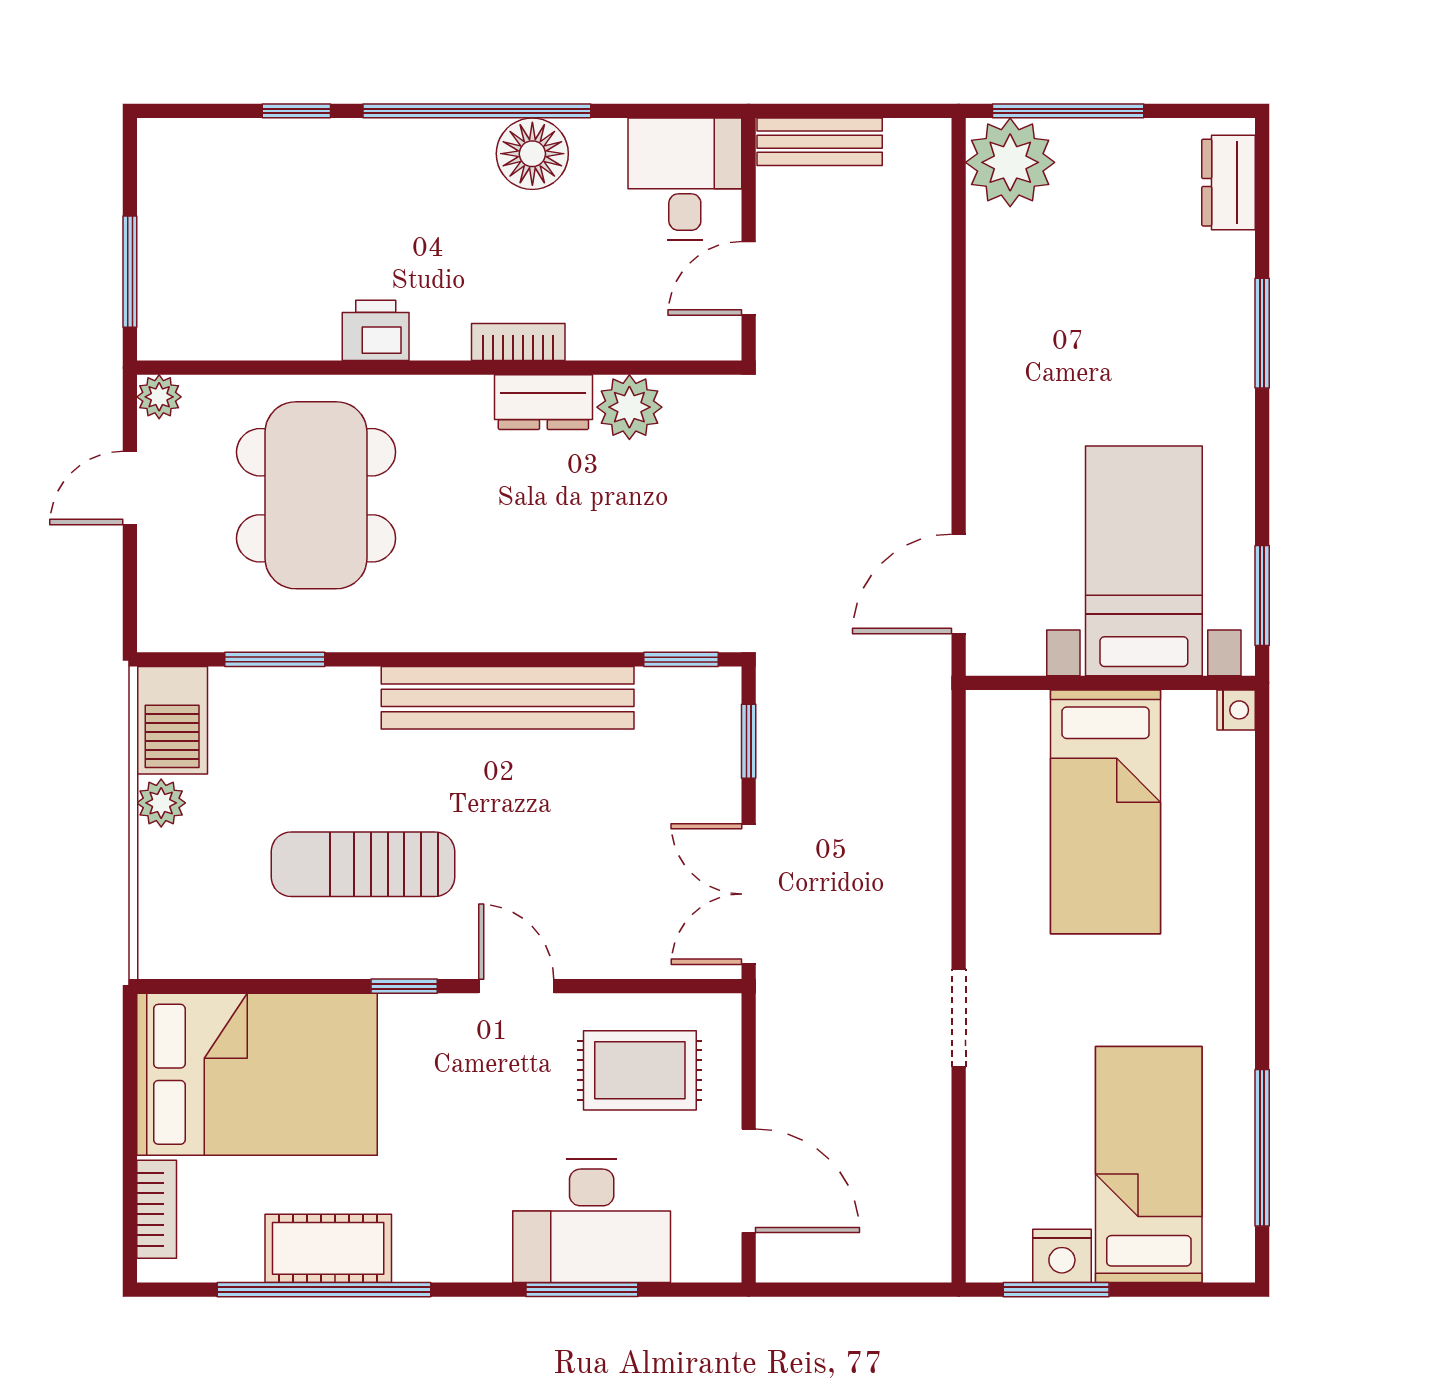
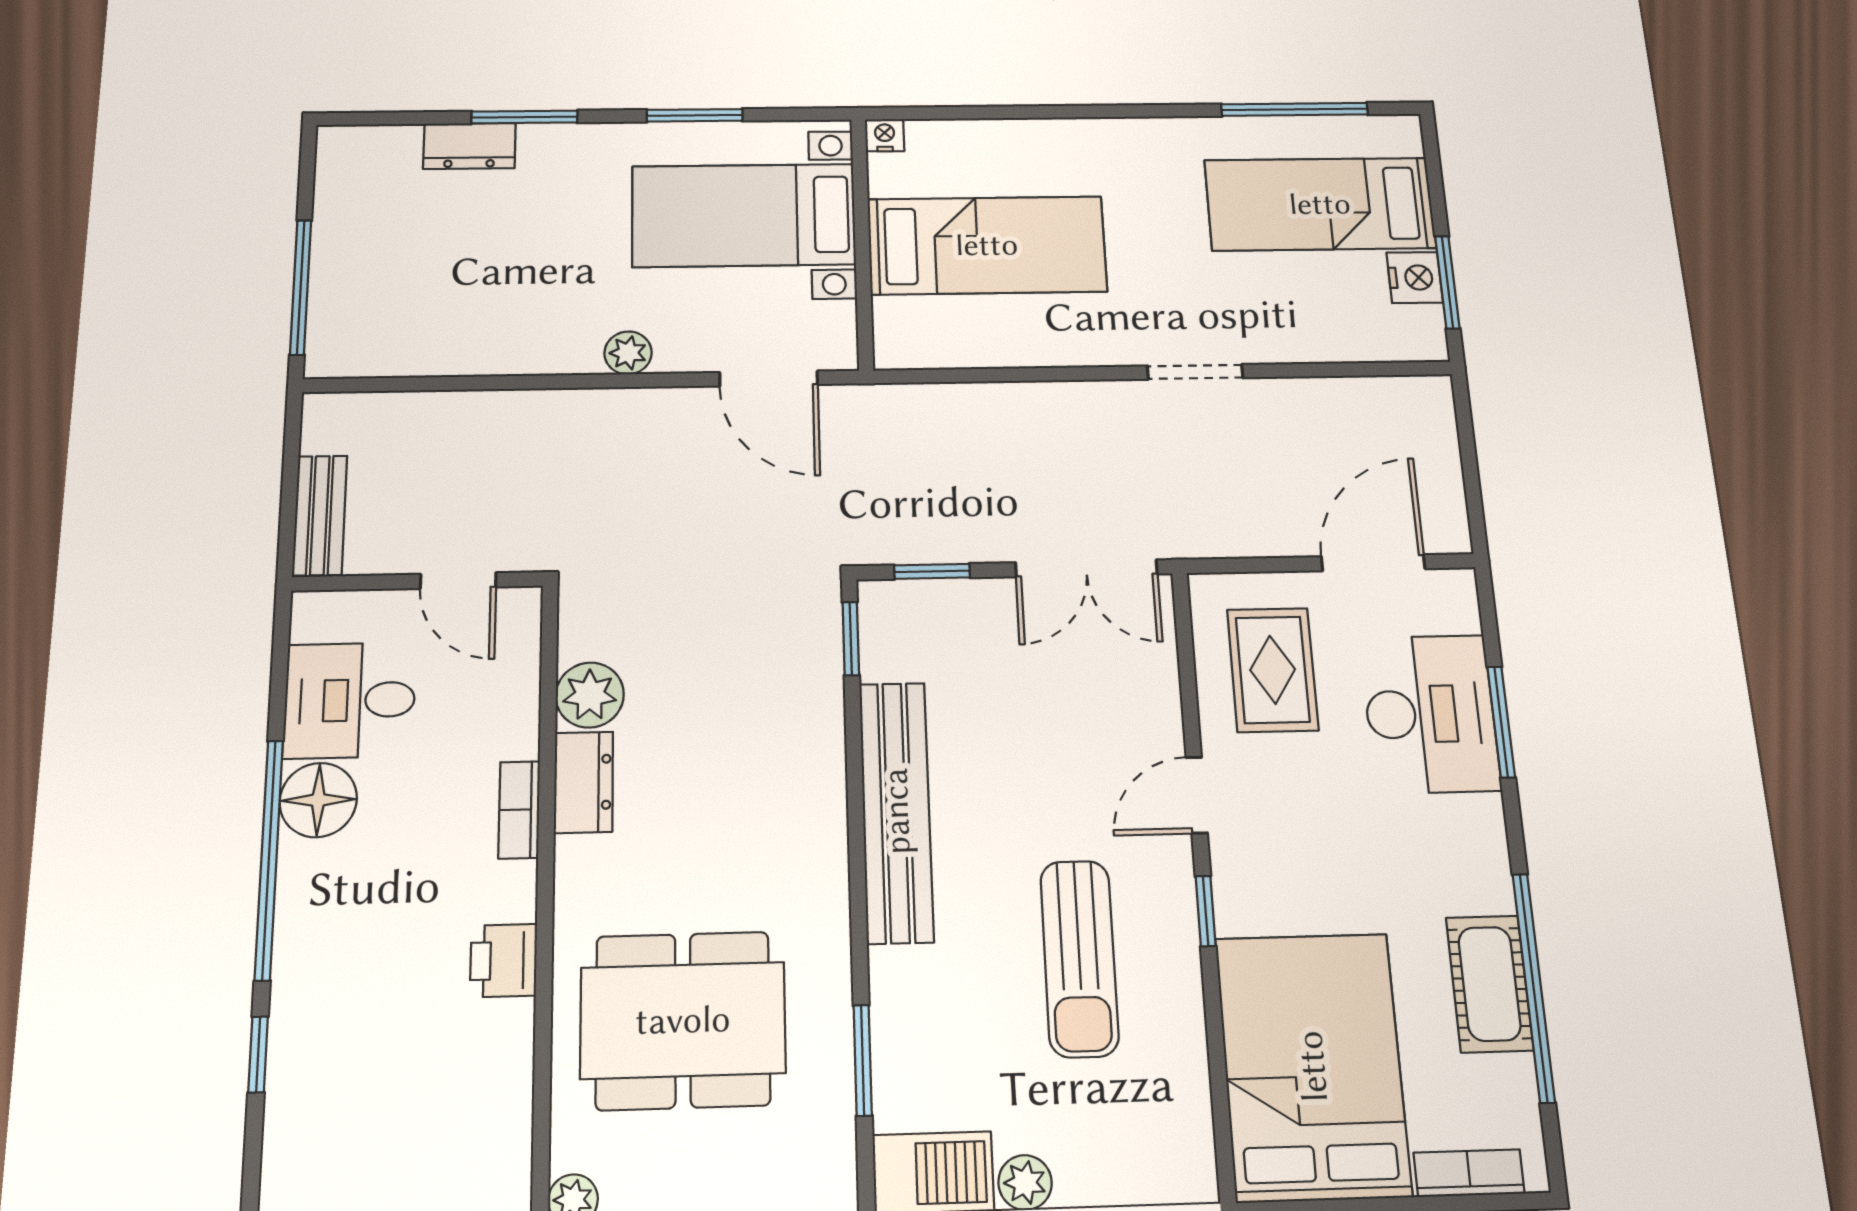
plant: (1010, 162) -> (628, 353), moved, width x0.53, depth x0.53
desk: (685, 179) -> (350, 700), moved
dresser: (1229, 183) -> (470, 146), moved
window: (1262, 596) -> (695, 115), moved

